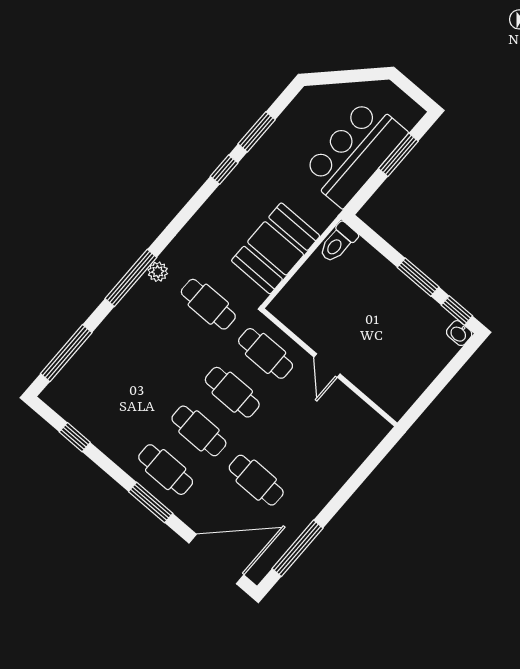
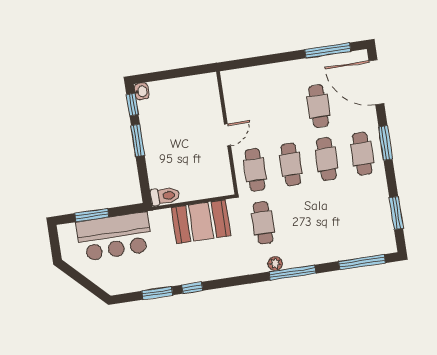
window: (75, 437) -> (396, 213), width x1.50

